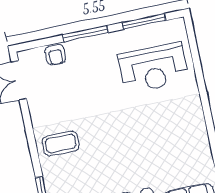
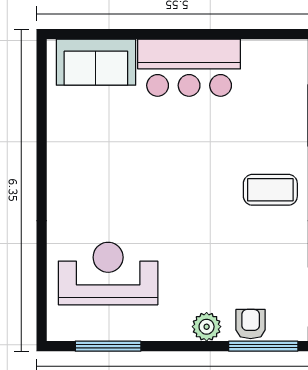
window: (85, 34) -> (263, 346), moved
plant: (83, 47) -> (207, 327), added

